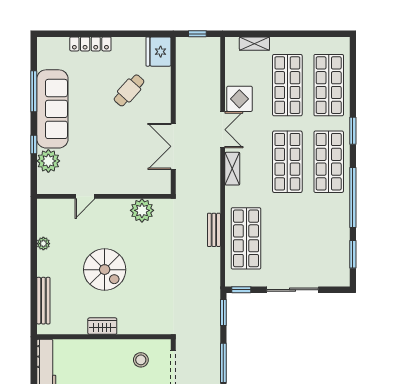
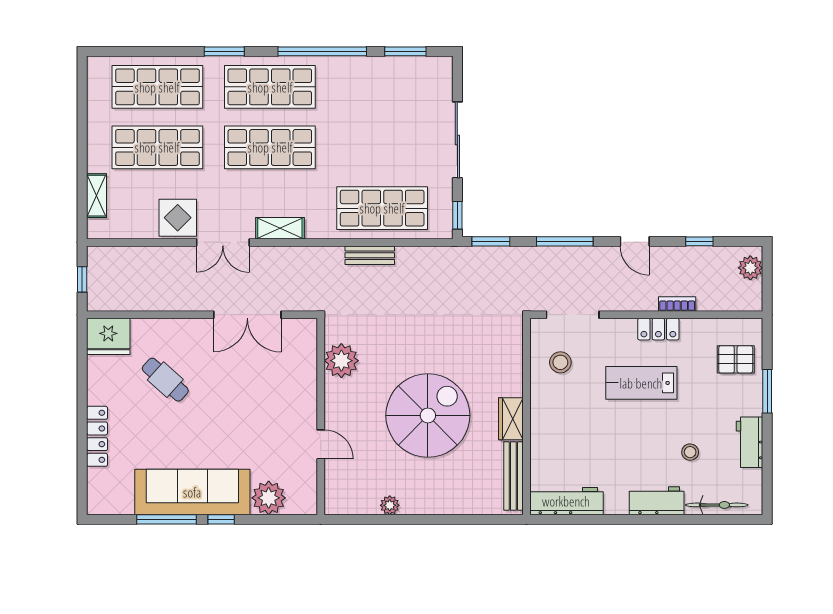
double door: (223, 130) -> (223, 242), swing flipped
window: (34, 144) -> (221, 519), moved
spiral stairs: (105, 270) -> (428, 415), width x1.37, depth x1.37
bench: (43, 301) -> (513, 476), moved, turned 90

